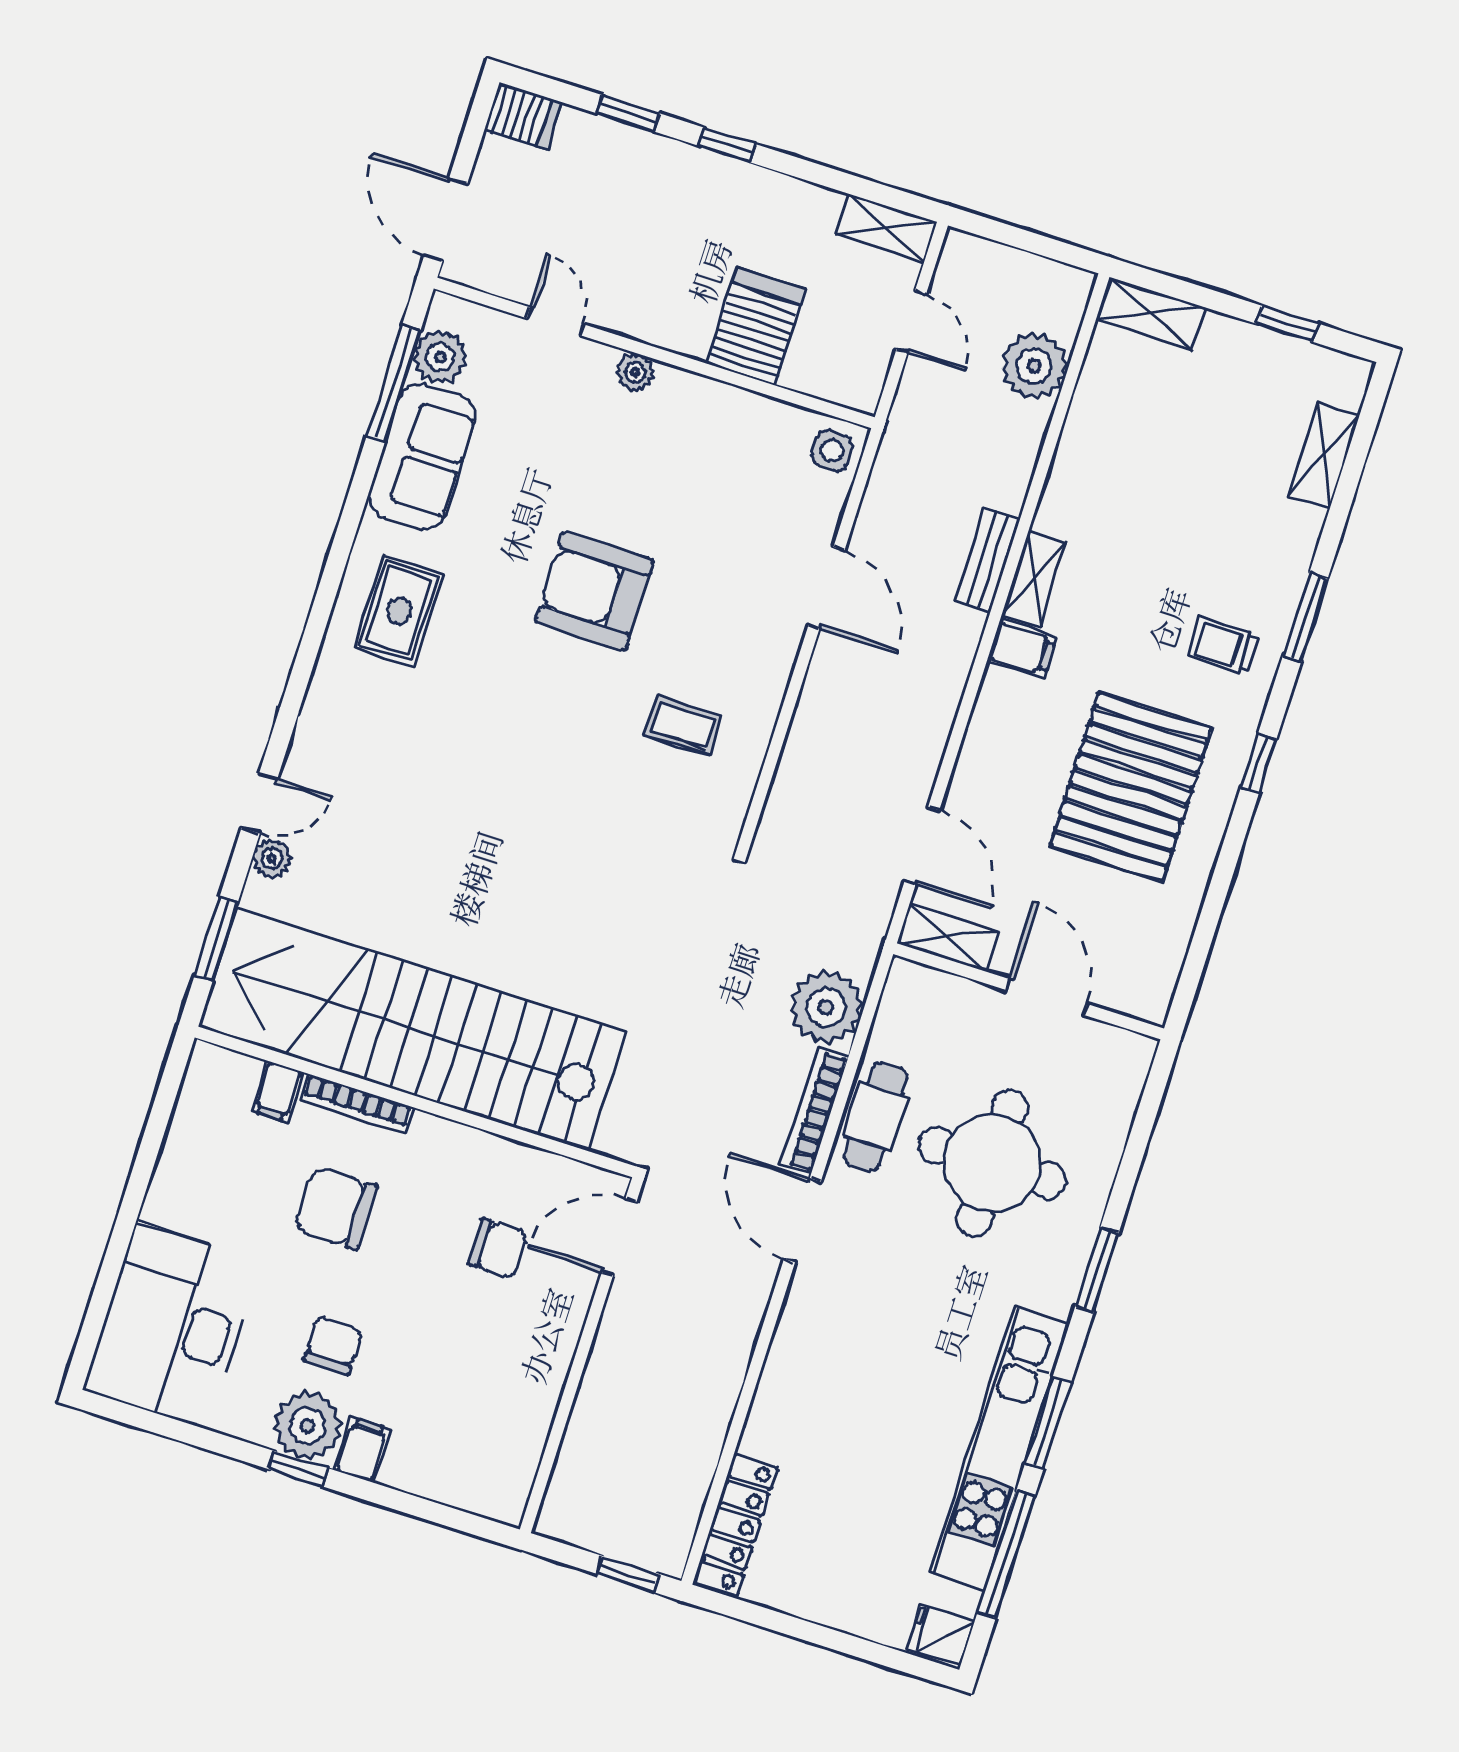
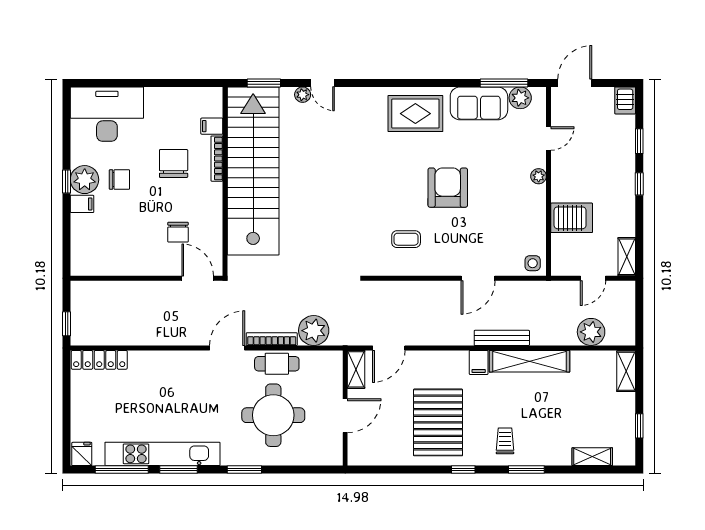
bench: (988, 560) -> (502, 338), width x1.36
shelving: (1034, 579) -> (529, 361), width x2.20, depth x1.33
rug: (399, 611) -> (415, 114), width x1.36, depth x1.43
coffee table: (683, 726) -> (406, 239), turned 90
pallet: (1131, 787) -> (438, 422), turned 90

